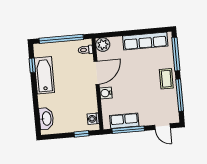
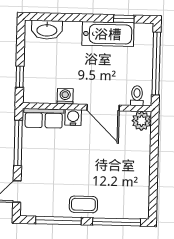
row of seats: (145, 41) -> (140, 181), removed
washing machine: (93, 119) -> (65, 96), moved
row of seats: (124, 121) -> (44, 118), moved, turned 90

